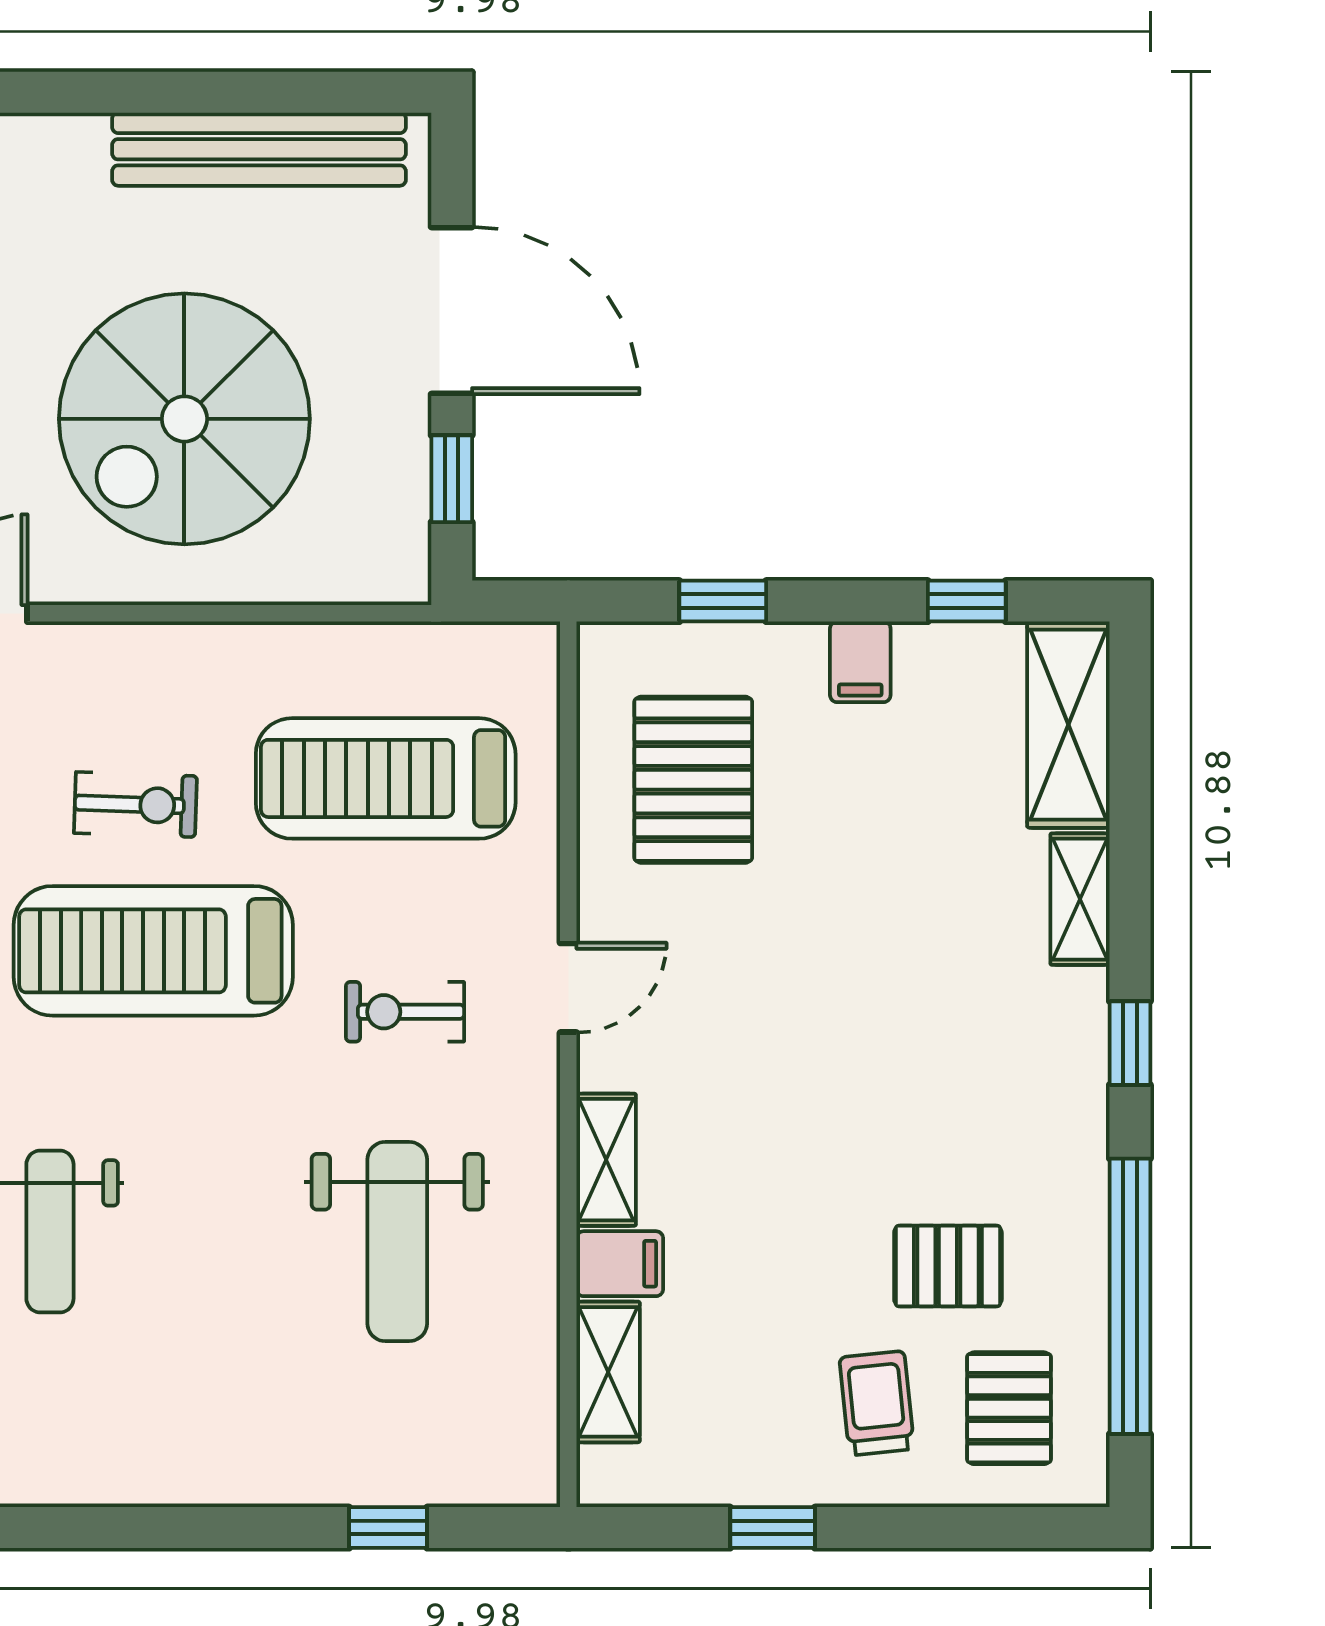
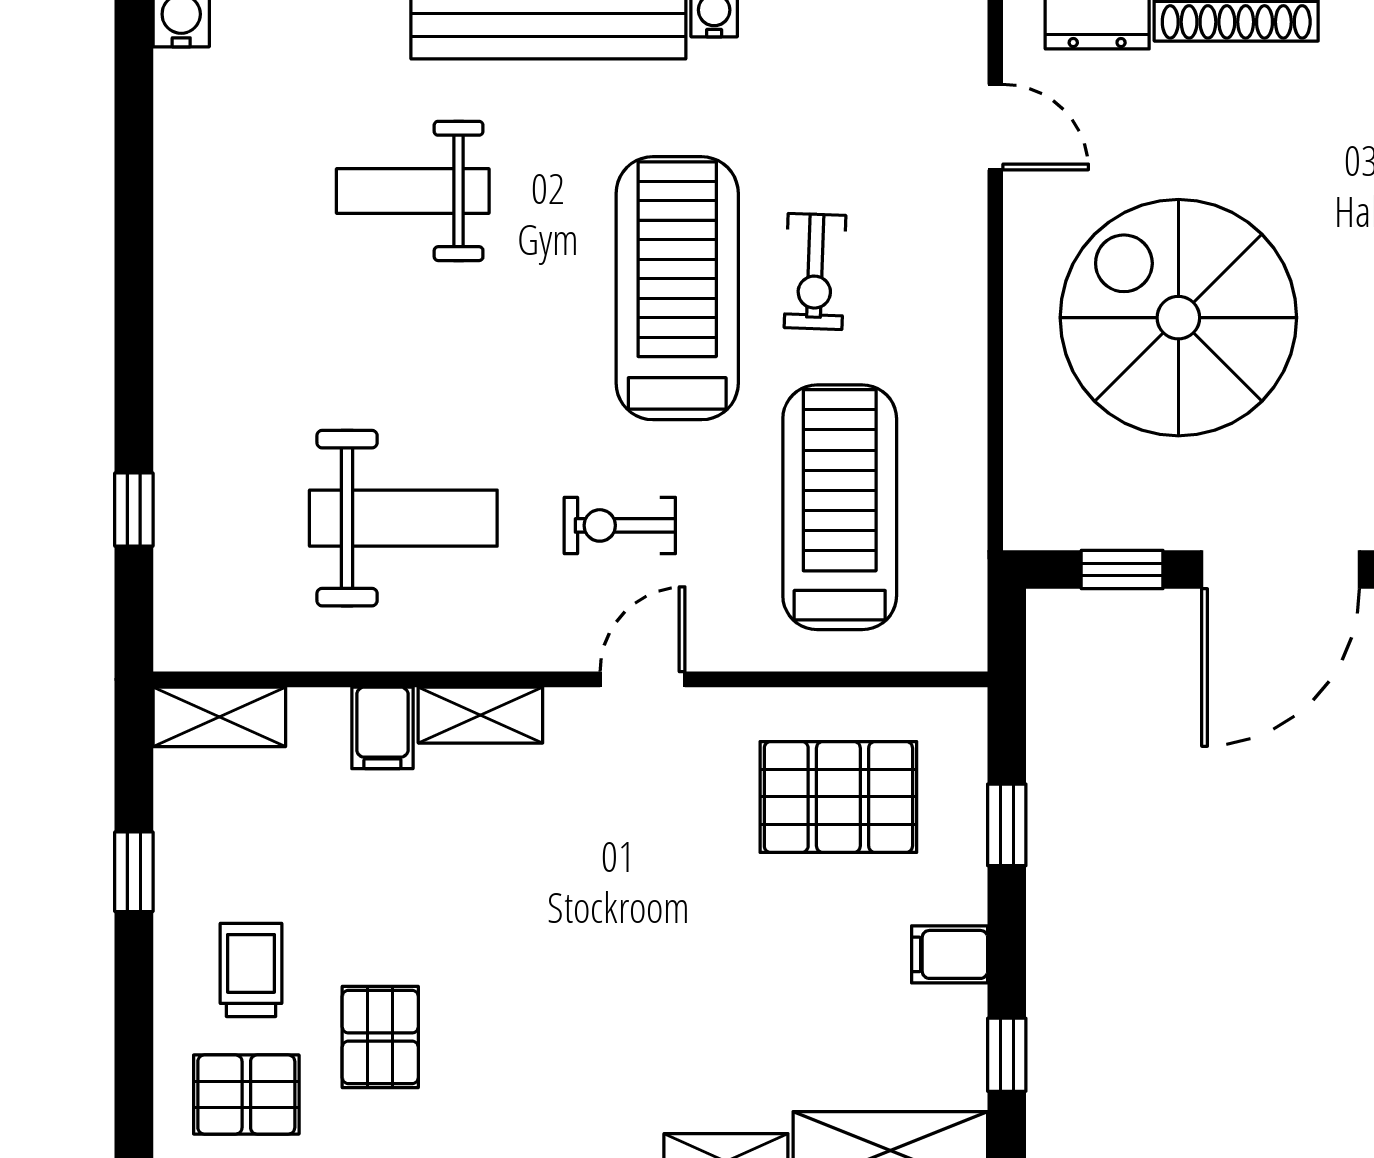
door: (568, 988) -> (642, 679), swing flipped
exercise bike: (405, 1012) -> (620, 525), turned -90
weight bench: (397, 1241) -> (403, 518), turned 180
shelving: (608, 1372) -> (219, 717), moved
trolley: (877, 1403) -> (251, 970), turned -84

